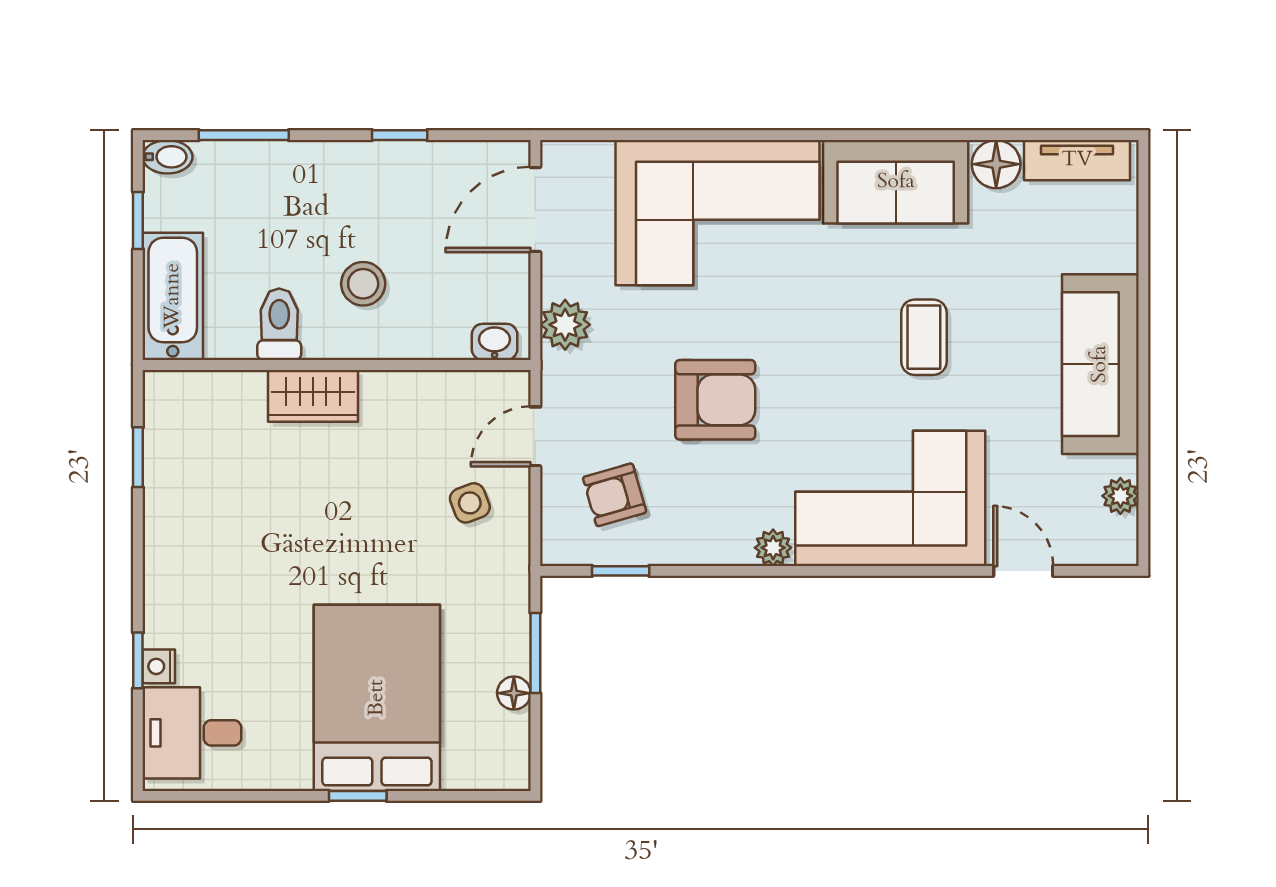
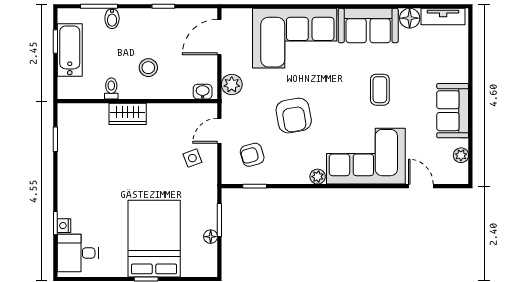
bidet: (168, 157) -> (112, 18), moved, turned 90
bathtub: (173, 296) -> (70, 50), moved
toilet: (279, 324) -> (111, 88), width x0.73, depth x0.72
sofa: (1100, 364) -> (453, 111), width x0.73
armchair: (715, 400) -> (294, 116), turned 80

